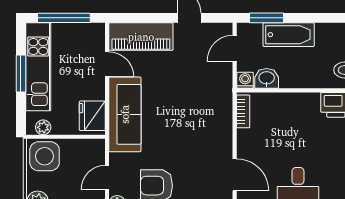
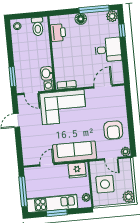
bathtub: (289, 35) -> (21, 63), removed
piano: (141, 37) -> (30, 147), removed
corner sofa: (205, 102) -> (63, 107), added
side table: (45, 156) -> (105, 184), moved

